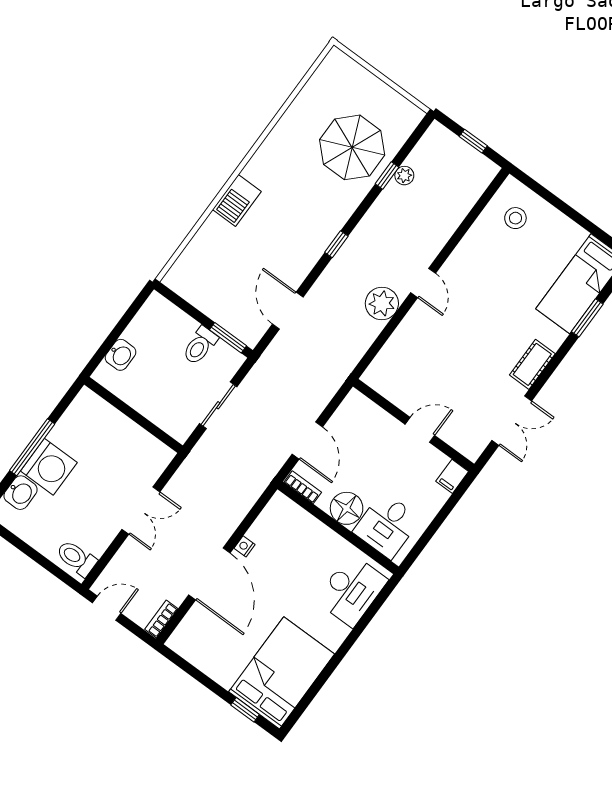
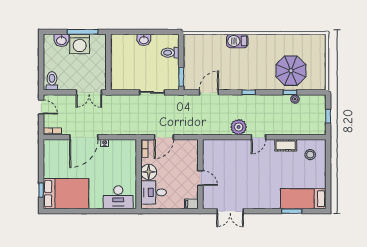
toilet: (200, 346) -> (170, 53), moved
cot: (532, 364) -> (286, 145), moved
wall: (133, 415) -> (108, 62), moved

